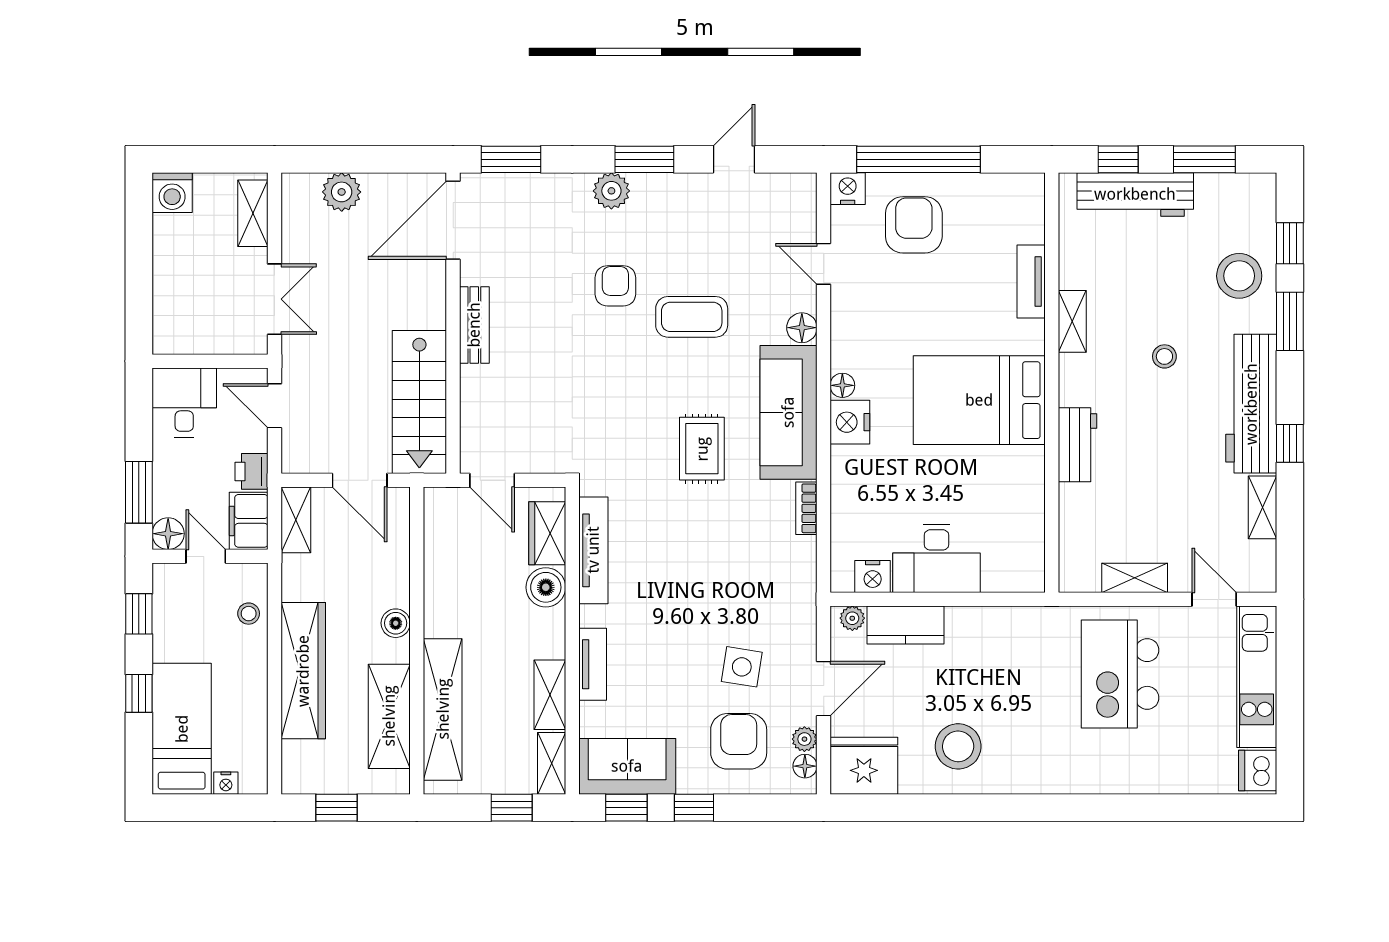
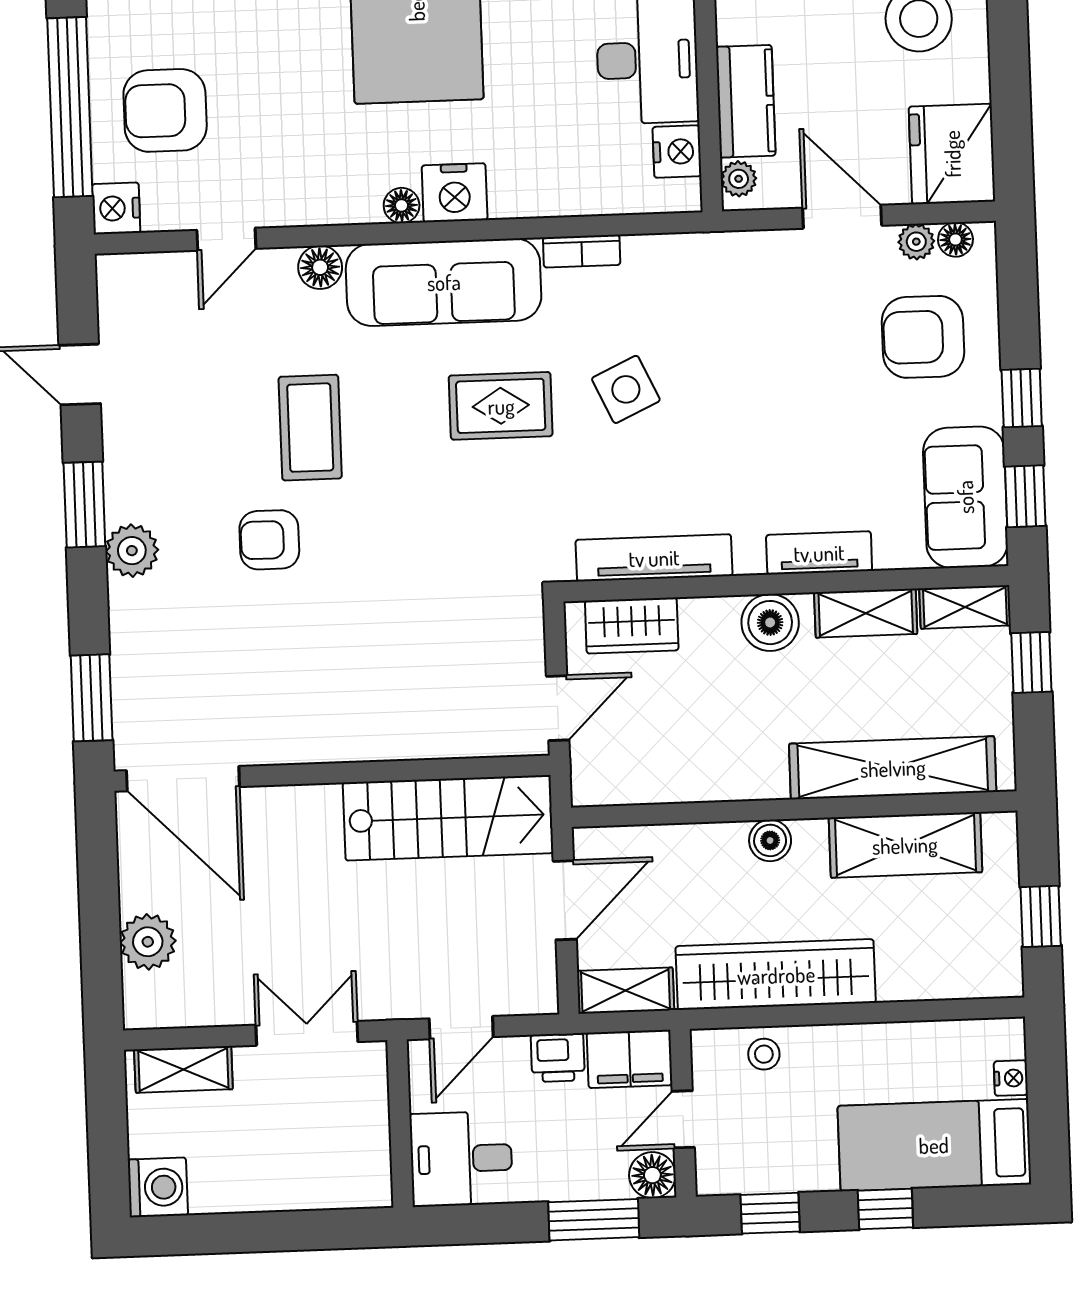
bench: (474, 325) -> (334, 742), removed
boiler: (546, 587) -> (770, 623), moved
side table: (742, 667) -> (626, 389), moved, turned -34
wardrobe: (303, 671) -> (776, 975), moved

